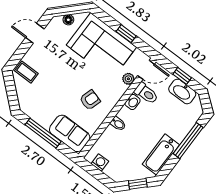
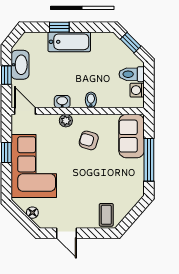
plant: (128, 79) -> (66, 121), moved
toilet: (146, 93) -> (132, 74), moved, turned -90
window: (188, 141) -> (59, 27), width x0.46
bathtub: (161, 154) -> (69, 42), moved

